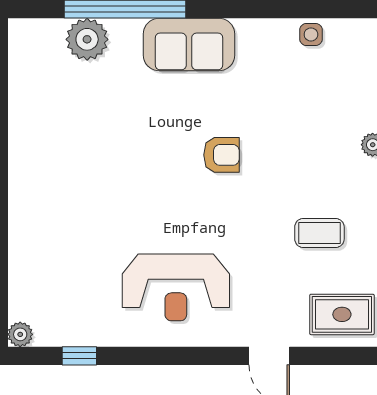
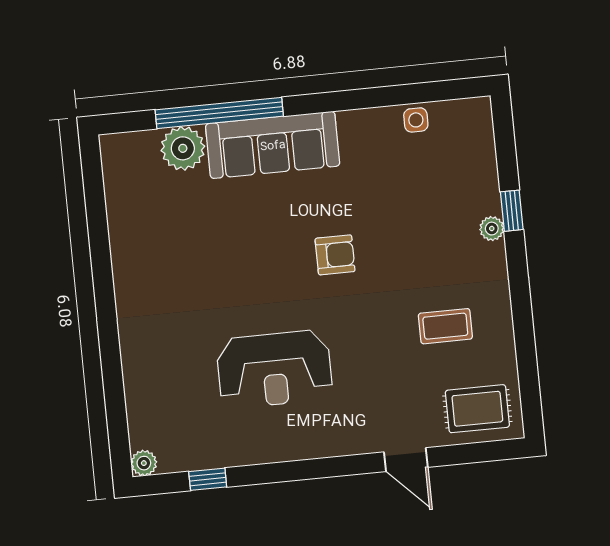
sofa: (189, 45) -> (273, 145), width x1.36
reception desk: (176, 287) -> (274, 369), moved

